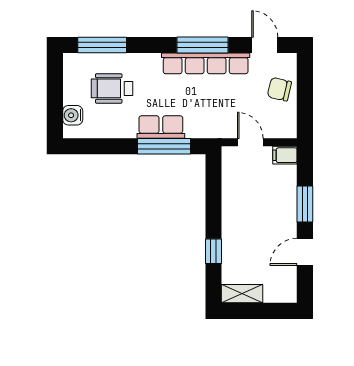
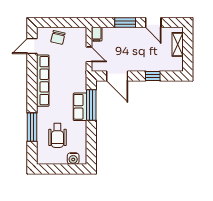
window: (102, 45) -> (32, 127), moved
window: (202, 45) -> (32, 83), removed
door: (250, 142) -> (89, 54), swing flipped
door: (214, 190) -> (117, 76), added
shelving: (242, 294) -> (178, 44), moved

